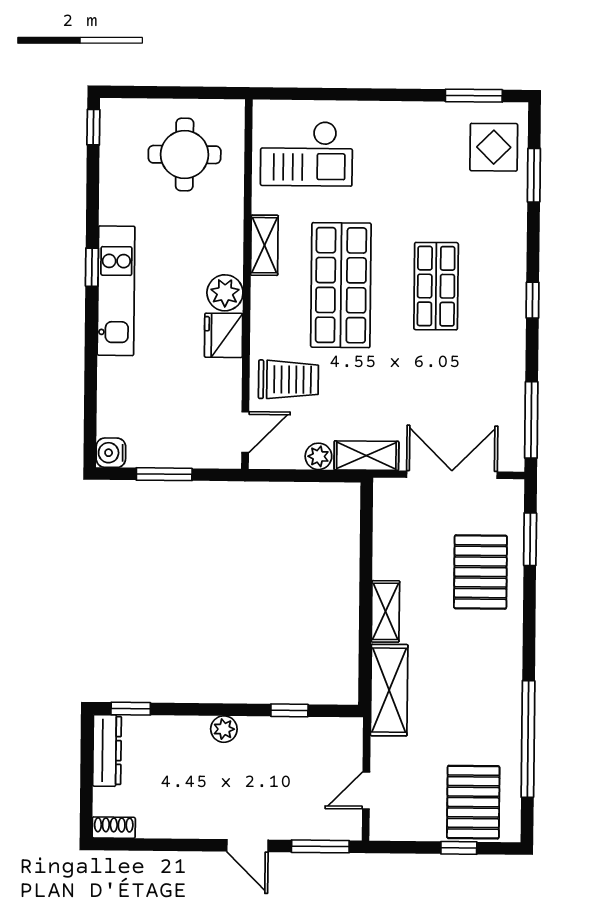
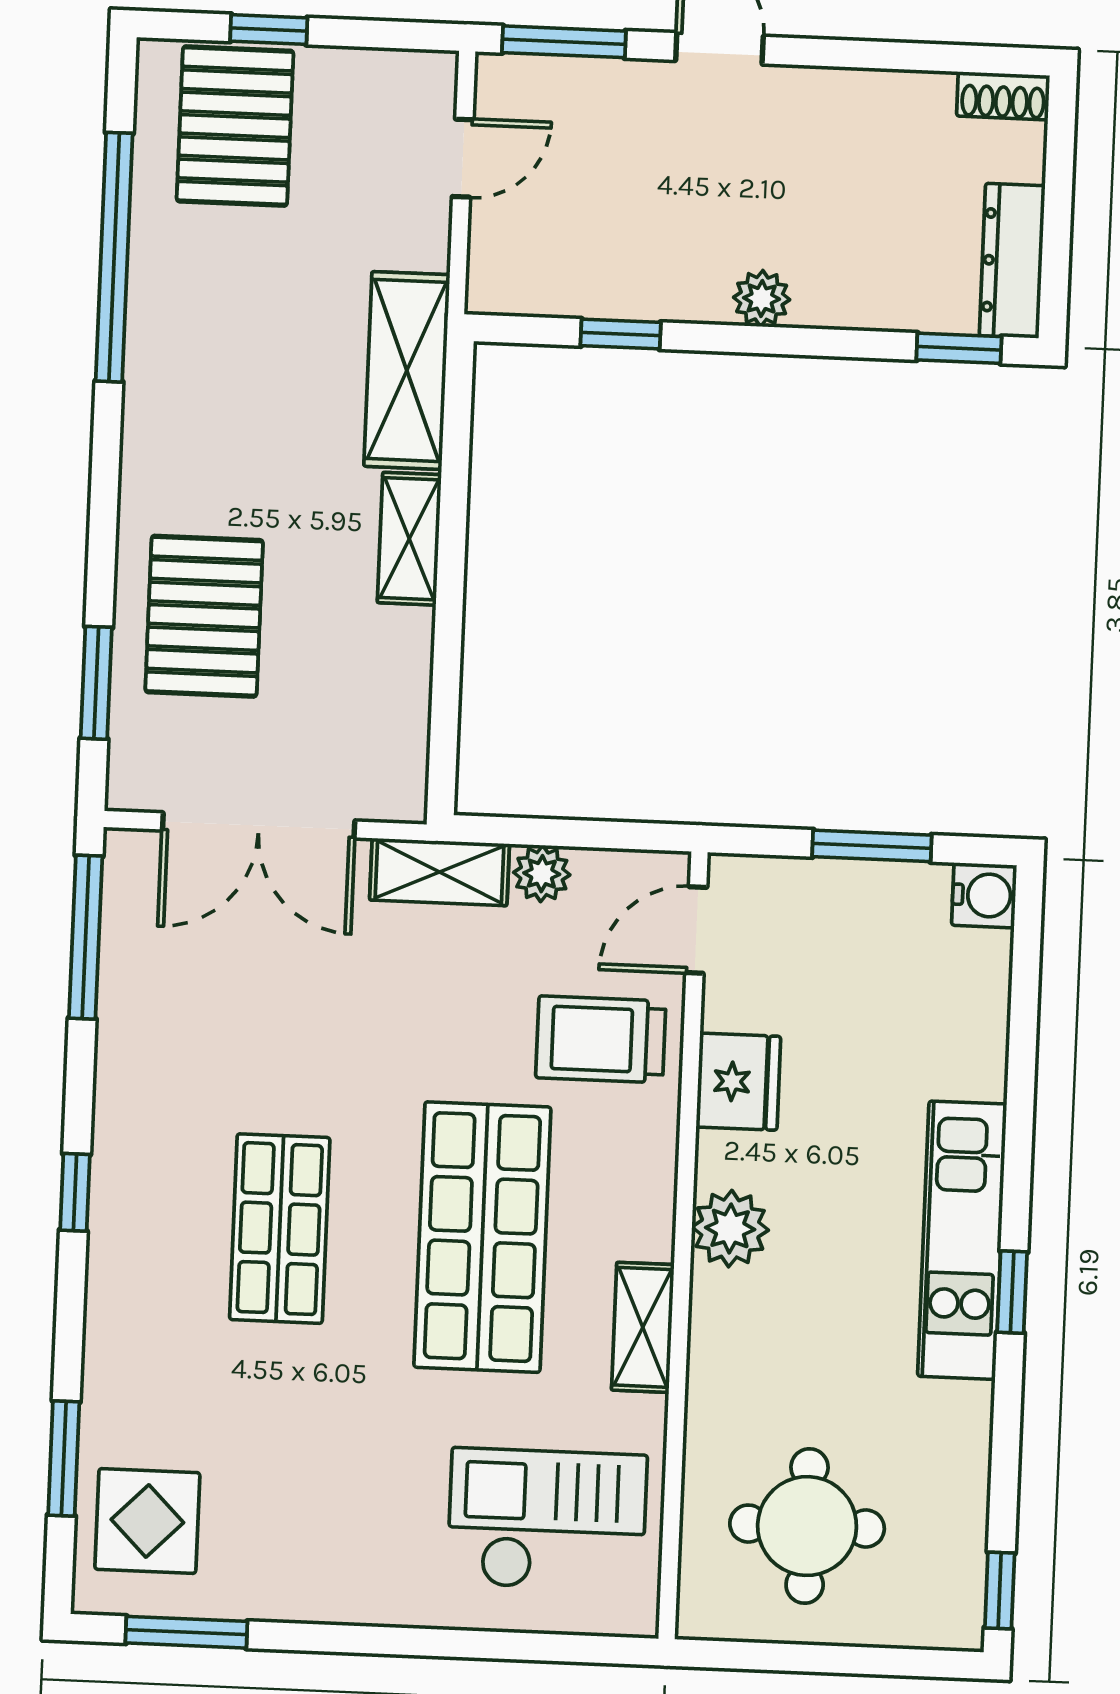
fridge: (224, 335) -> (738, 1082), moved

